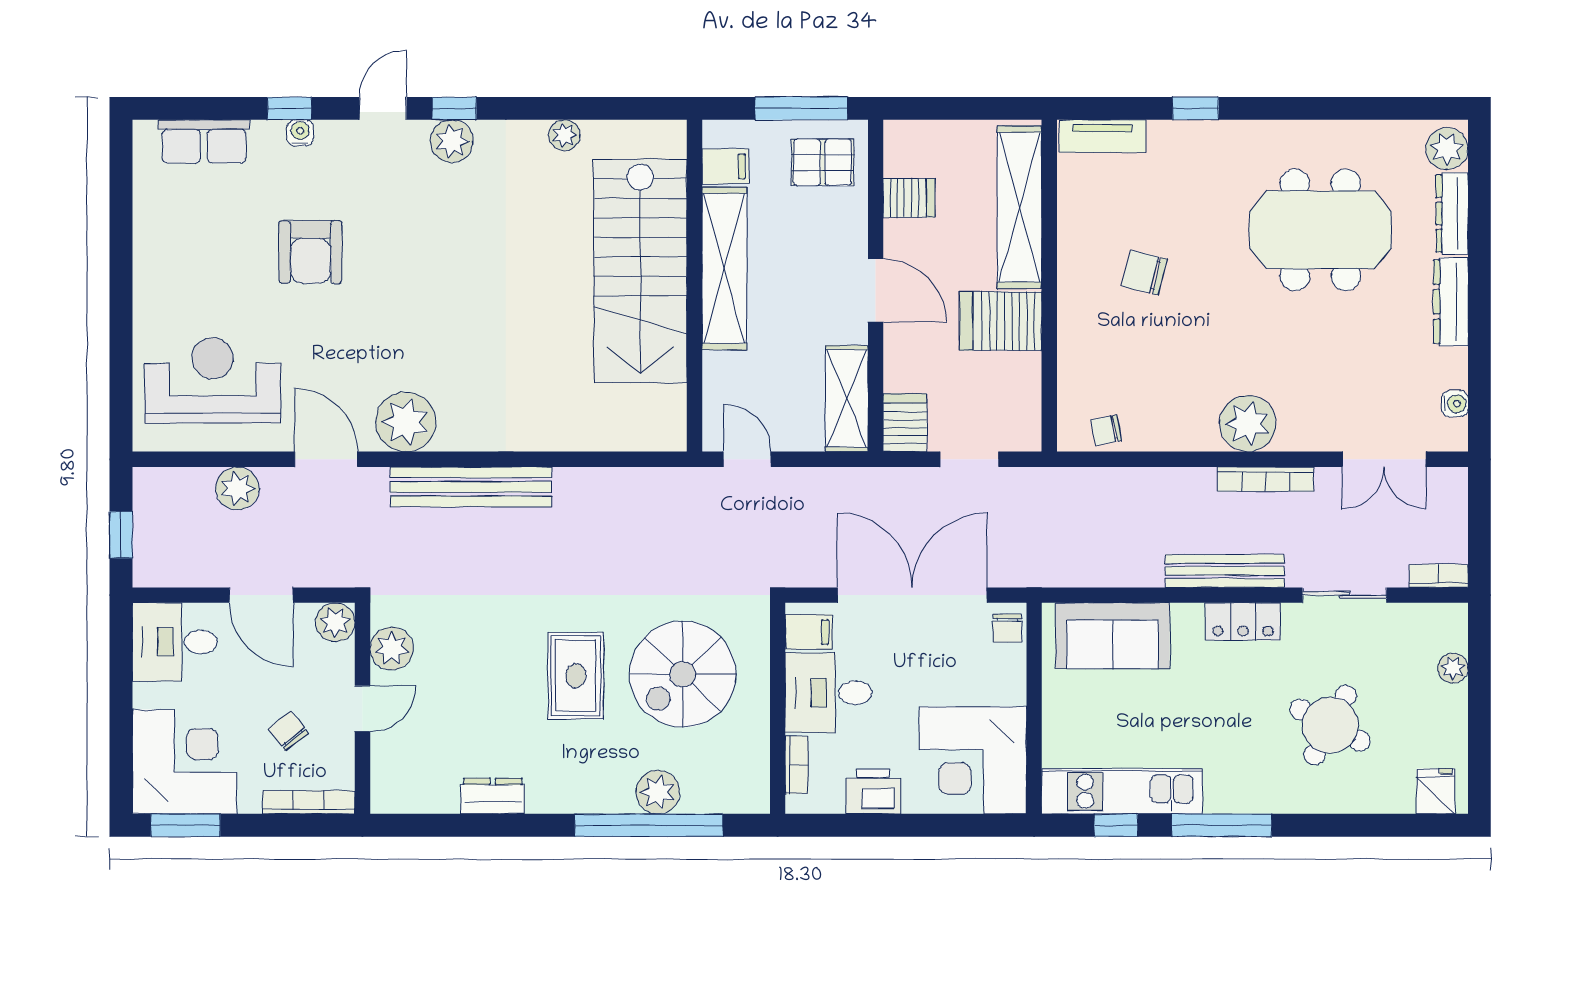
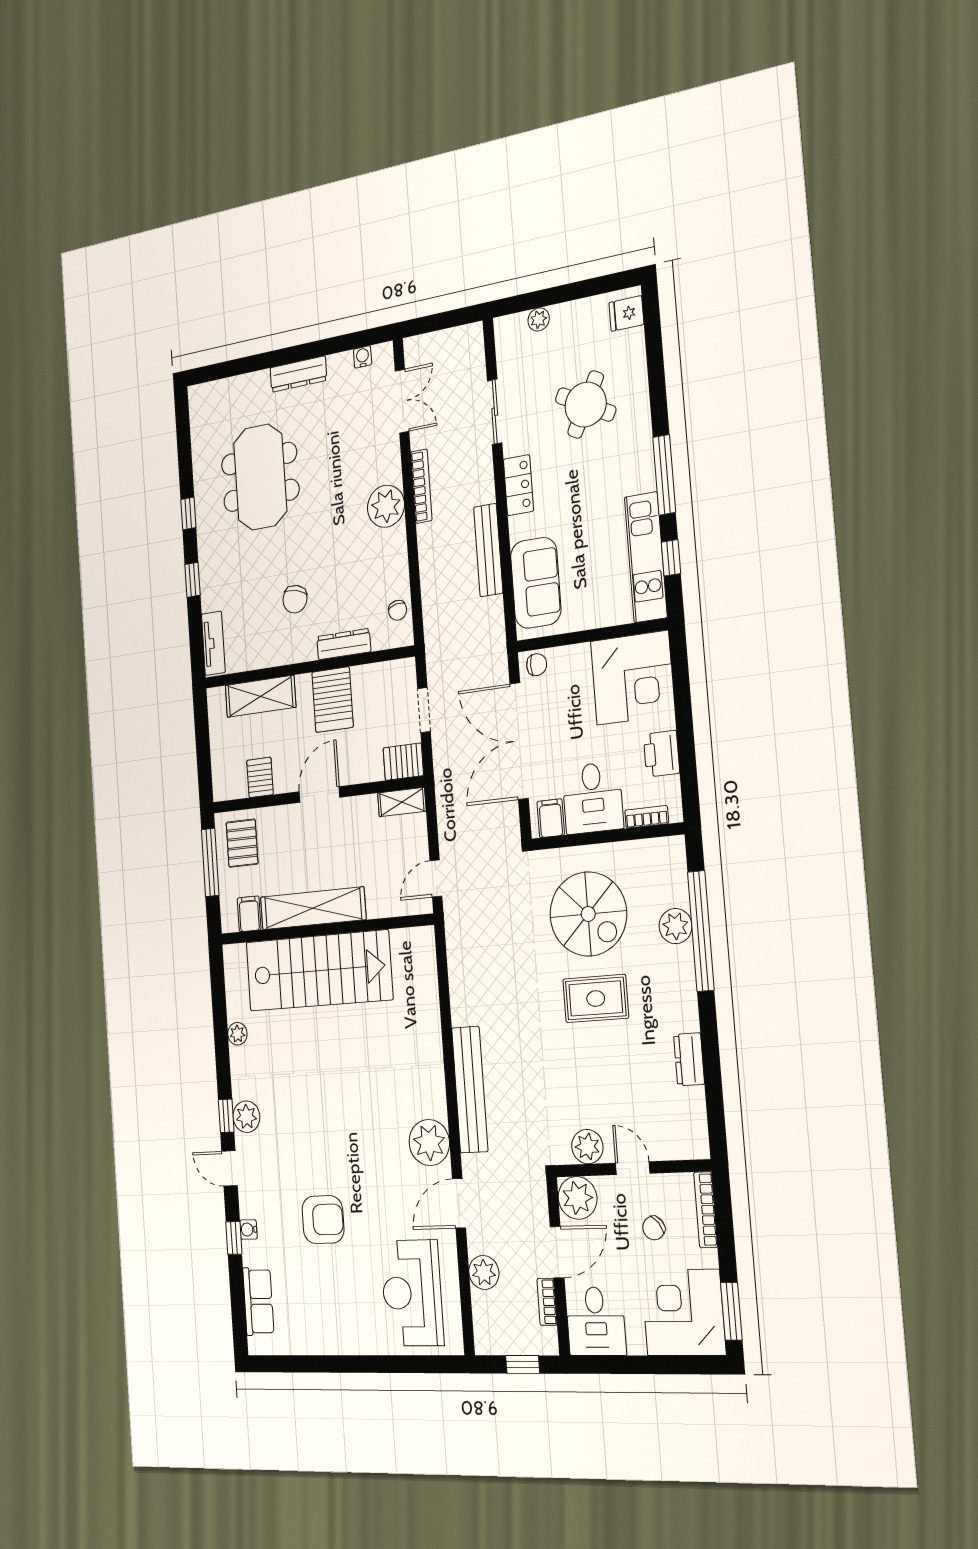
window: (1289, 108) -> (188, 514), added
plant: (1447, 149) -> (205, 397), removed
shelving: (1019, 207) -> (260, 696), width x0.68
dresser: (1452, 214) -> (344, 644), moved, turned 180
shelving: (847, 399) -> (402, 802), width x0.67, depth x0.75
bench: (1225, 571) -> (488, 550), moved
bookcase: (1439, 576) -> (547, 1302), moved
plant: (335, 622) -> (578, 1198), width x1.36, depth x1.36

